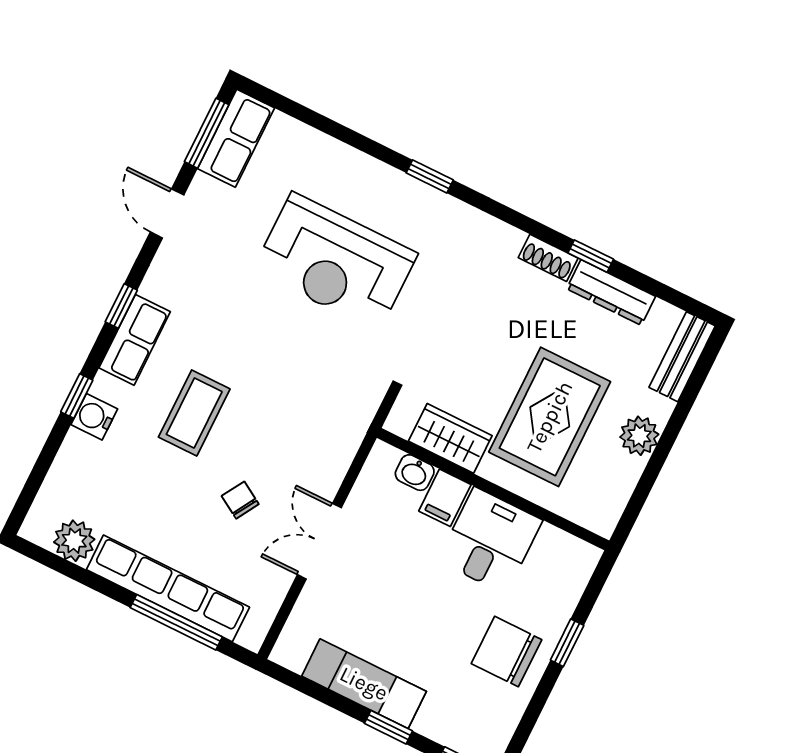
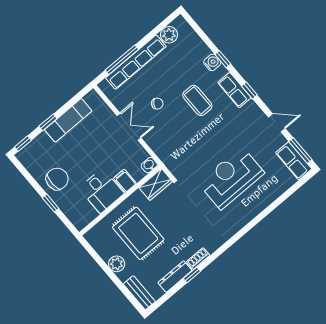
window: (430, 176) -> (248, 227), removed
wardrobe: (450, 438) -> (156, 185), moved
washbasin: (415, 473) -> (149, 165), moved

